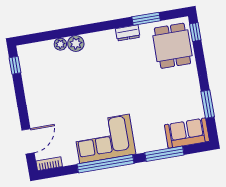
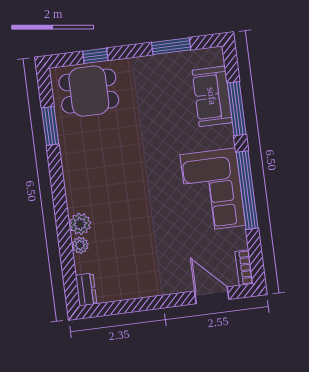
window: (195, 32) -> (95, 56), moved
dresser: (128, 33) -> (86, 289), moved
window: (15, 65) -> (106, 309), removed
sofa: (187, 133) -> (212, 96), moved

